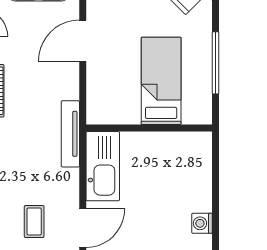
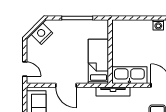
bed: (161, 81) -> (98, 61), moved, turned 90

